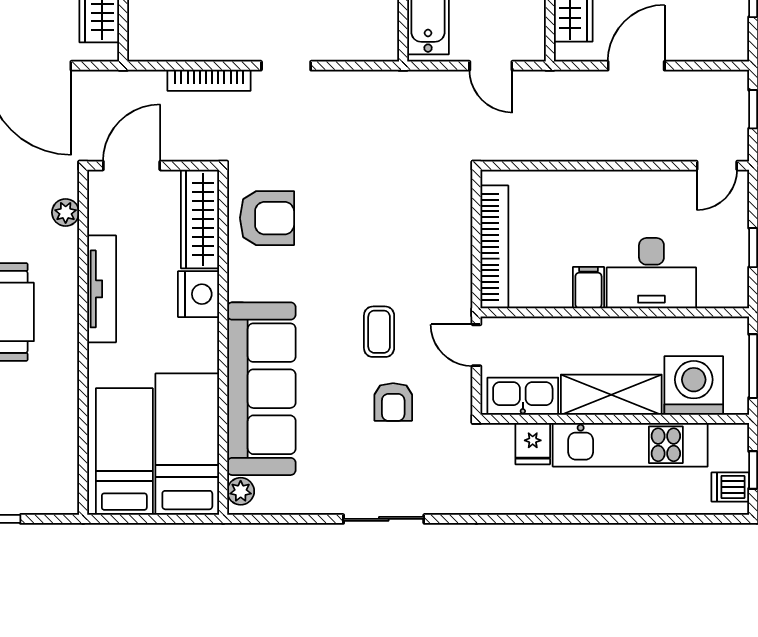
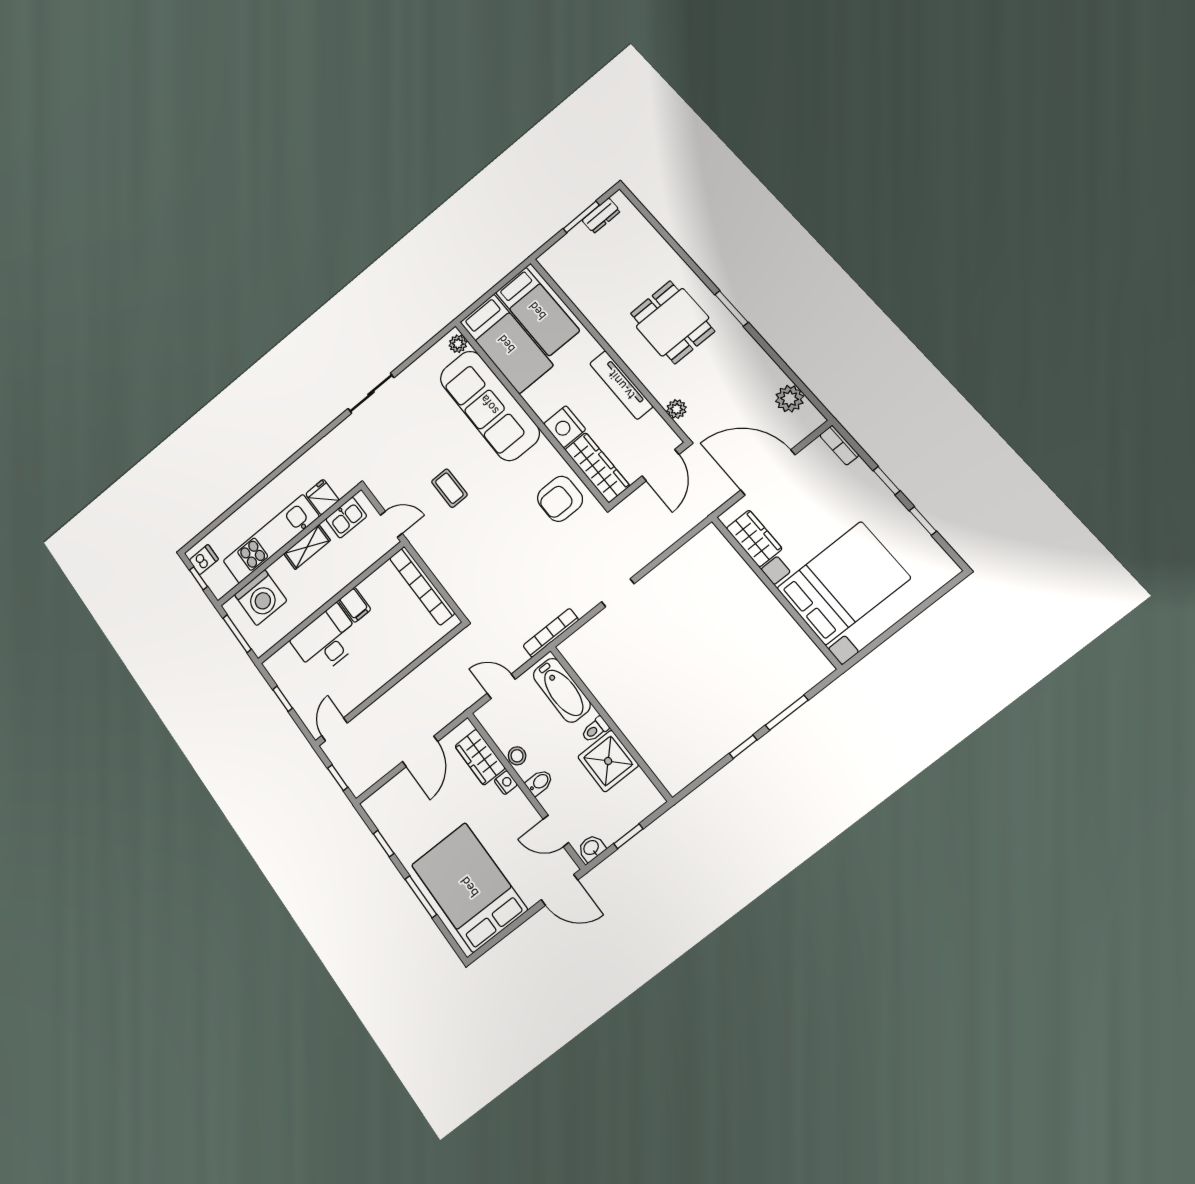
bookcase: (209, 80) -> (551, 633), moved
shelving: (611, 395) -> (307, 547), width x0.67, depth x0.75
kitchen sink: (523, 396) -> (346, 518), width x0.73
armchair: (393, 402) -> (413, 457), removed

